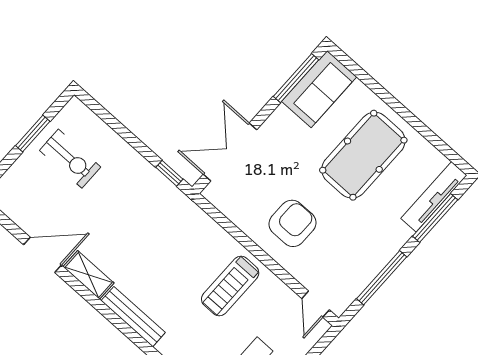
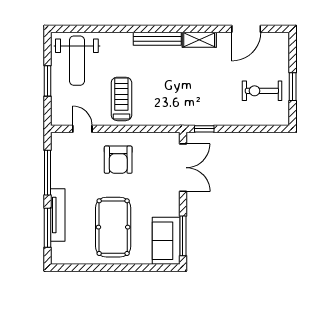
tv unit: (434, 197) -> (58, 215), moved
door: (43, 255) -> (246, 29), moved
door: (316, 304) -> (82, 129), moved

